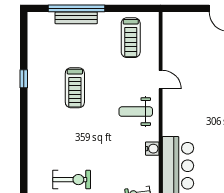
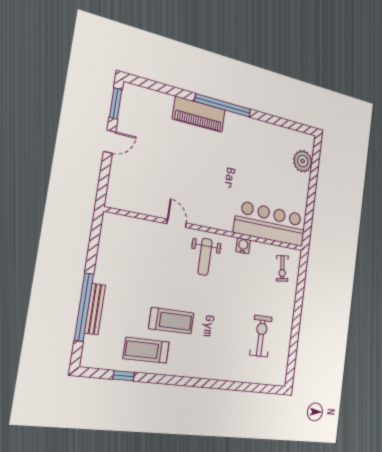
treadmill: (131, 38) -> (146, 350), moved, turned 180
window: (24, 79) -> (124, 376), moved
door: (161, 80) -> (176, 223), hinge flipped

